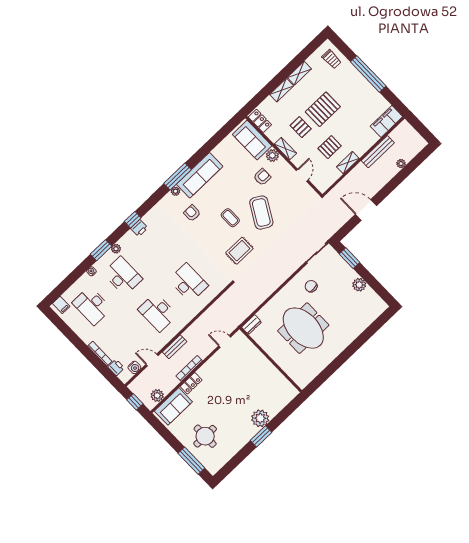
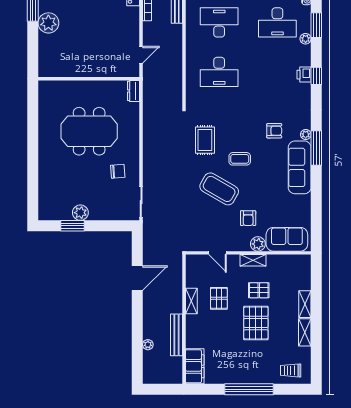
locker: (260, 121) -> (297, 261), removed
window: (350, 258) -> (73, 226), moved

